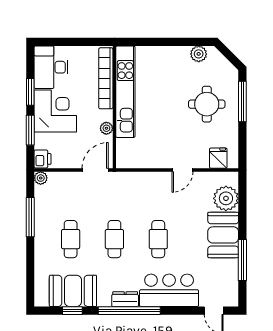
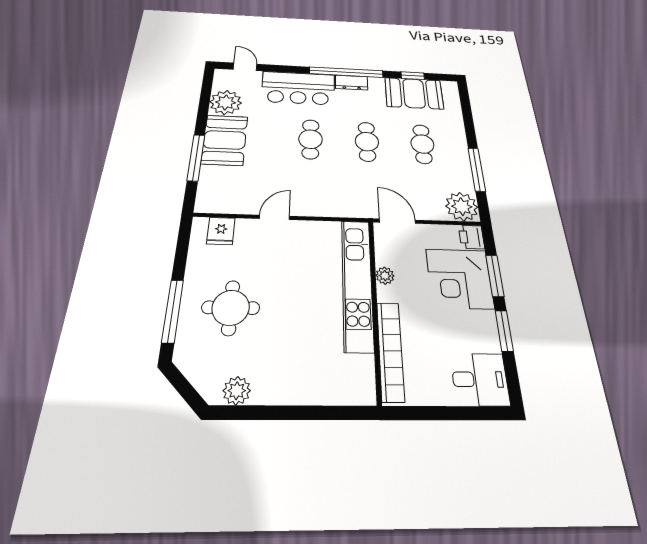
desk: (51, 67) -> (480, 379), width x0.73
kitchen unit: (125, 92) -> (357, 283), moved
corner desk: (55, 111) -> (460, 278), moved
door: (95, 170) -> (397, 221), swing flipped
plant: (41, 178) -> (462, 207), width x1.88, depth x1.88
plant: (226, 198) -> (226, 102), moved
window: (242, 260) -> (196, 158), moved

